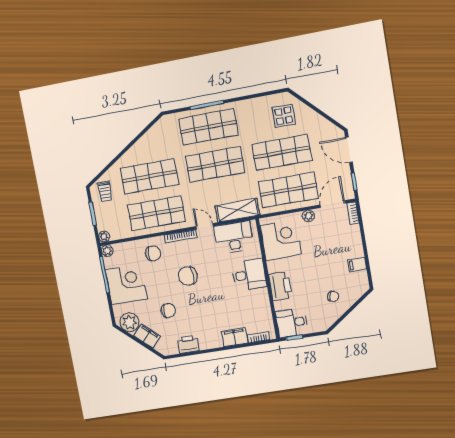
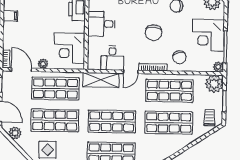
plant: (326, 128) -> (15, 133), added
door: (332, 204) -> (22, 70), swing flipped
door: (205, 226) -> (131, 72), hinge flipped
plant: (104, 236) -> (214, 84), width x1.88, depth x1.88
desk: (234, 237) -> (112, 58), width x0.73
chair: (153, 253) -> (179, 57), turned -102
chair: (188, 276) -> (154, 33), turned 93

